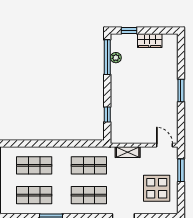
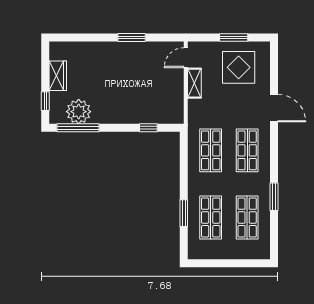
plant: (116, 58) -> (79, 112), width x1.88, depth x1.88
window: (181, 91) -> (132, 38), moved
window: (38, 143) -> (184, 213), added
shelving: (128, 152) -> (194, 83), moved
window: (181, 170) -> (234, 38), moved

